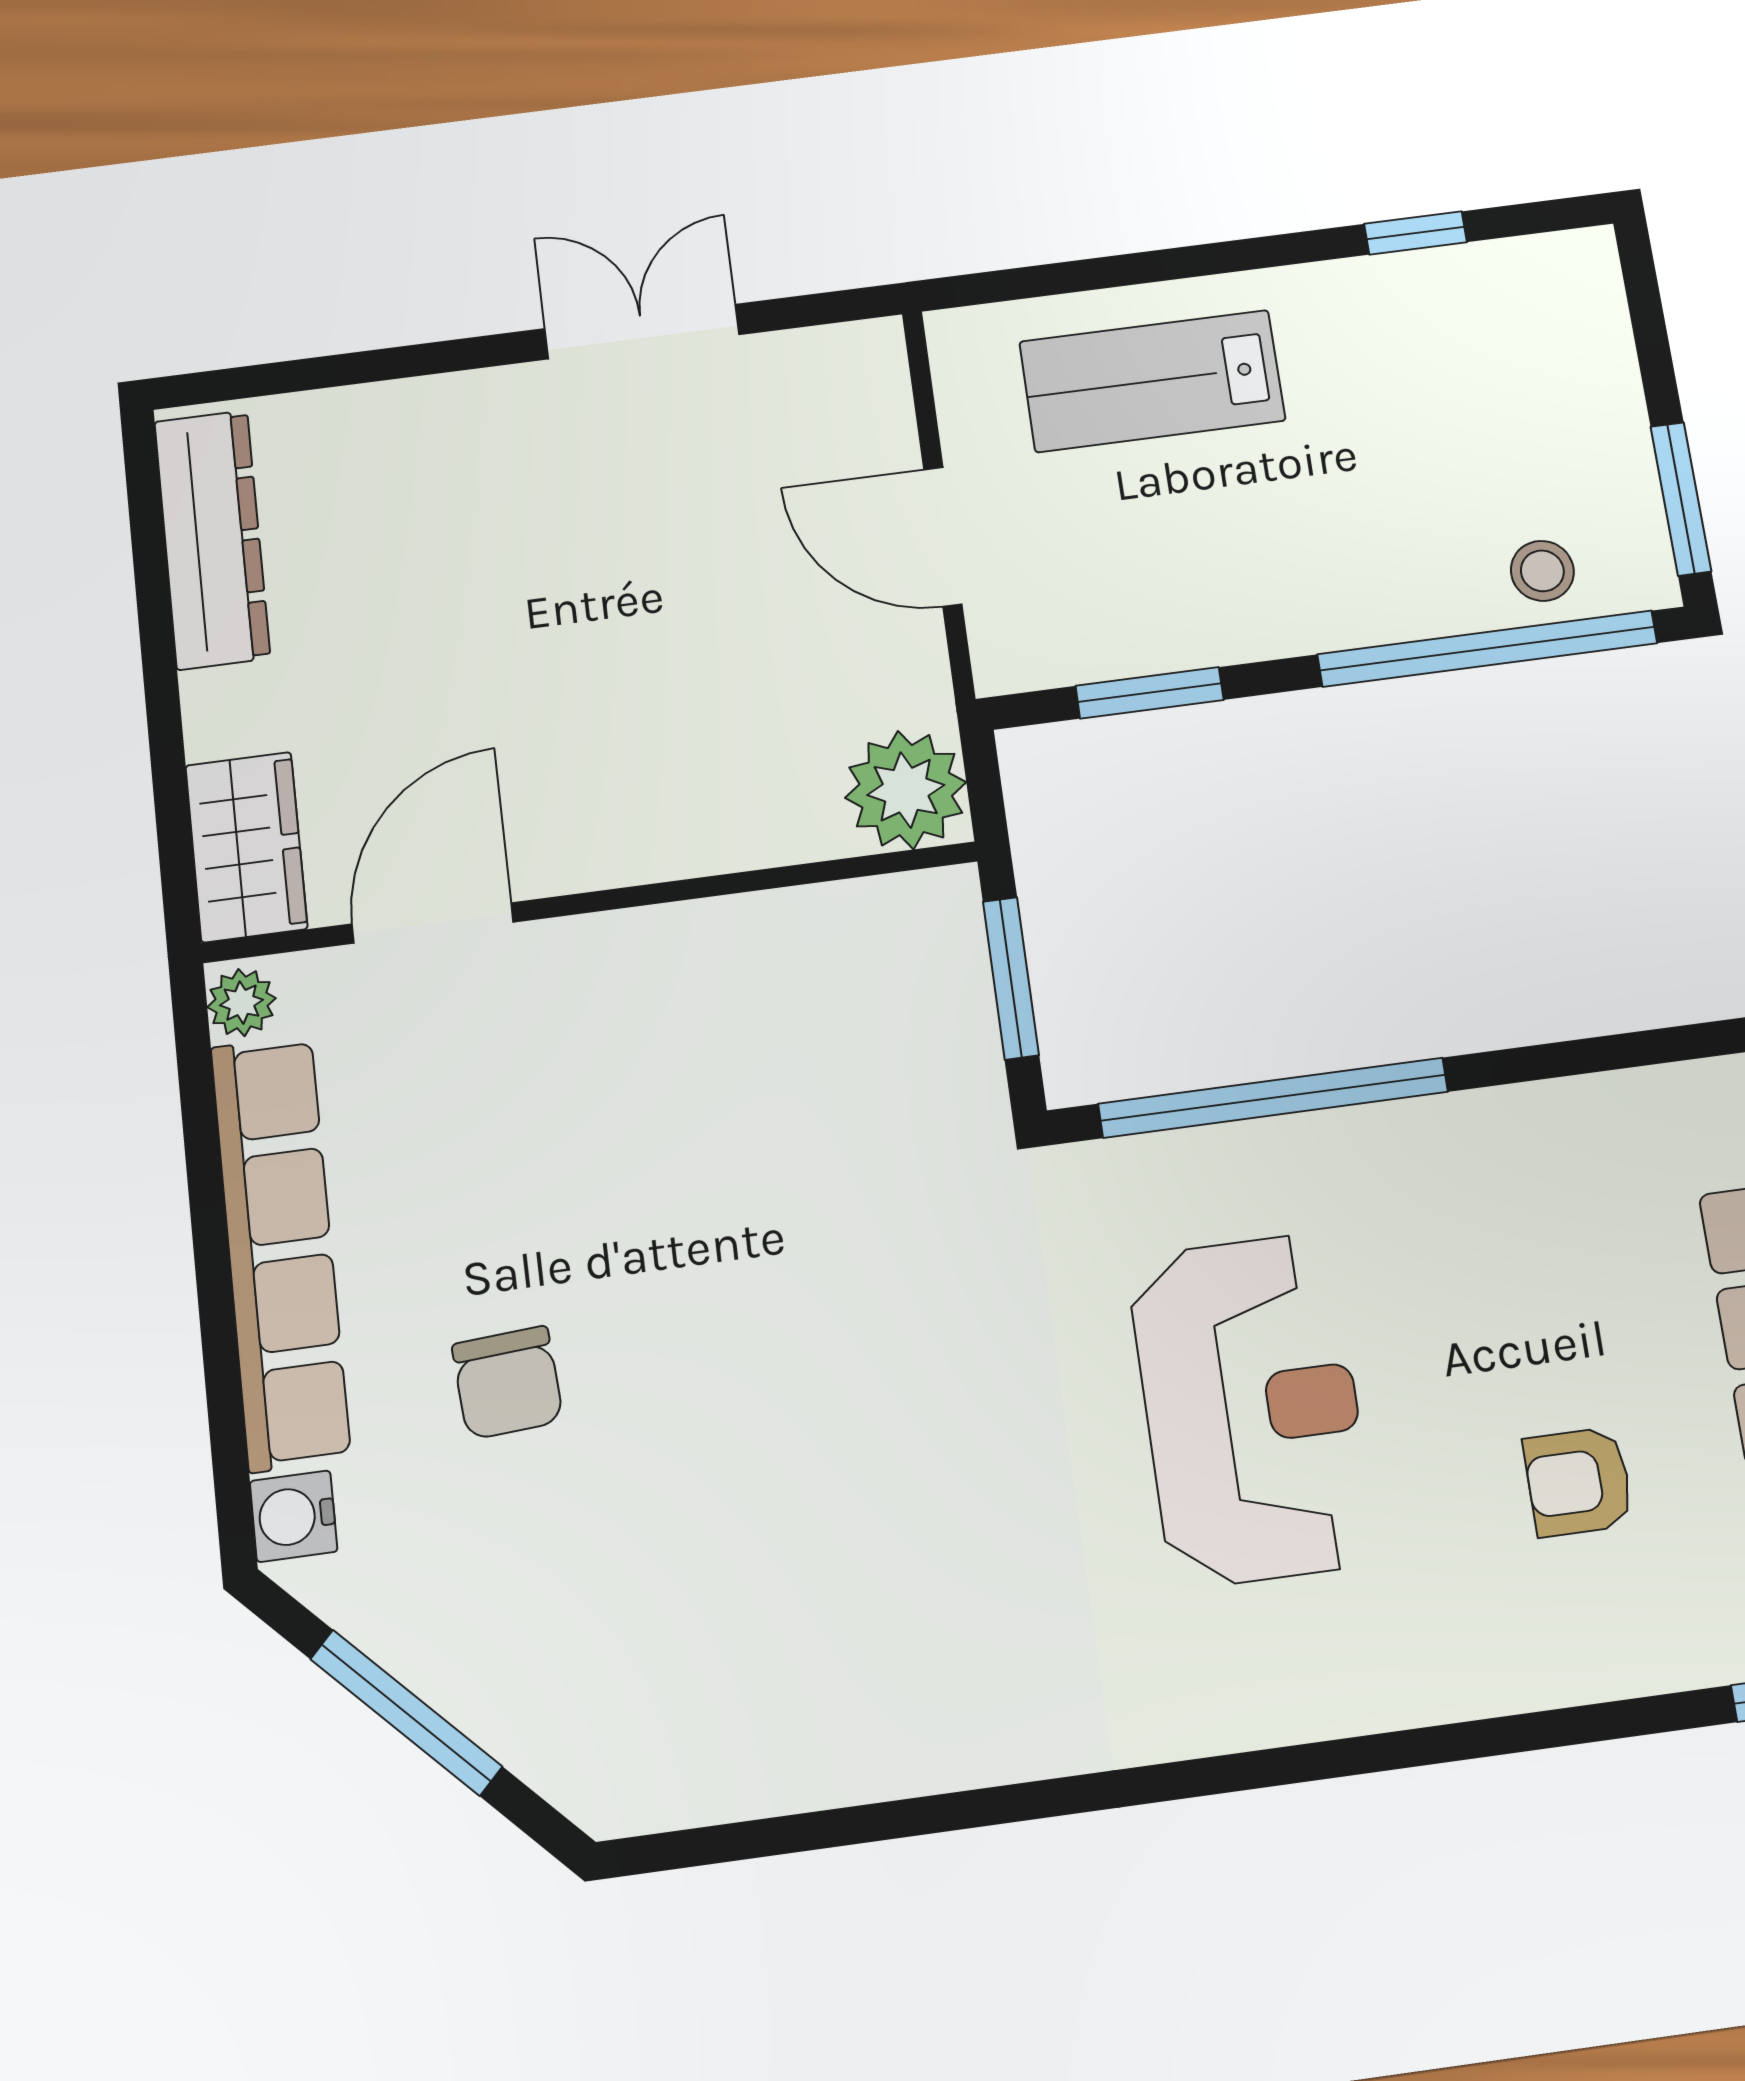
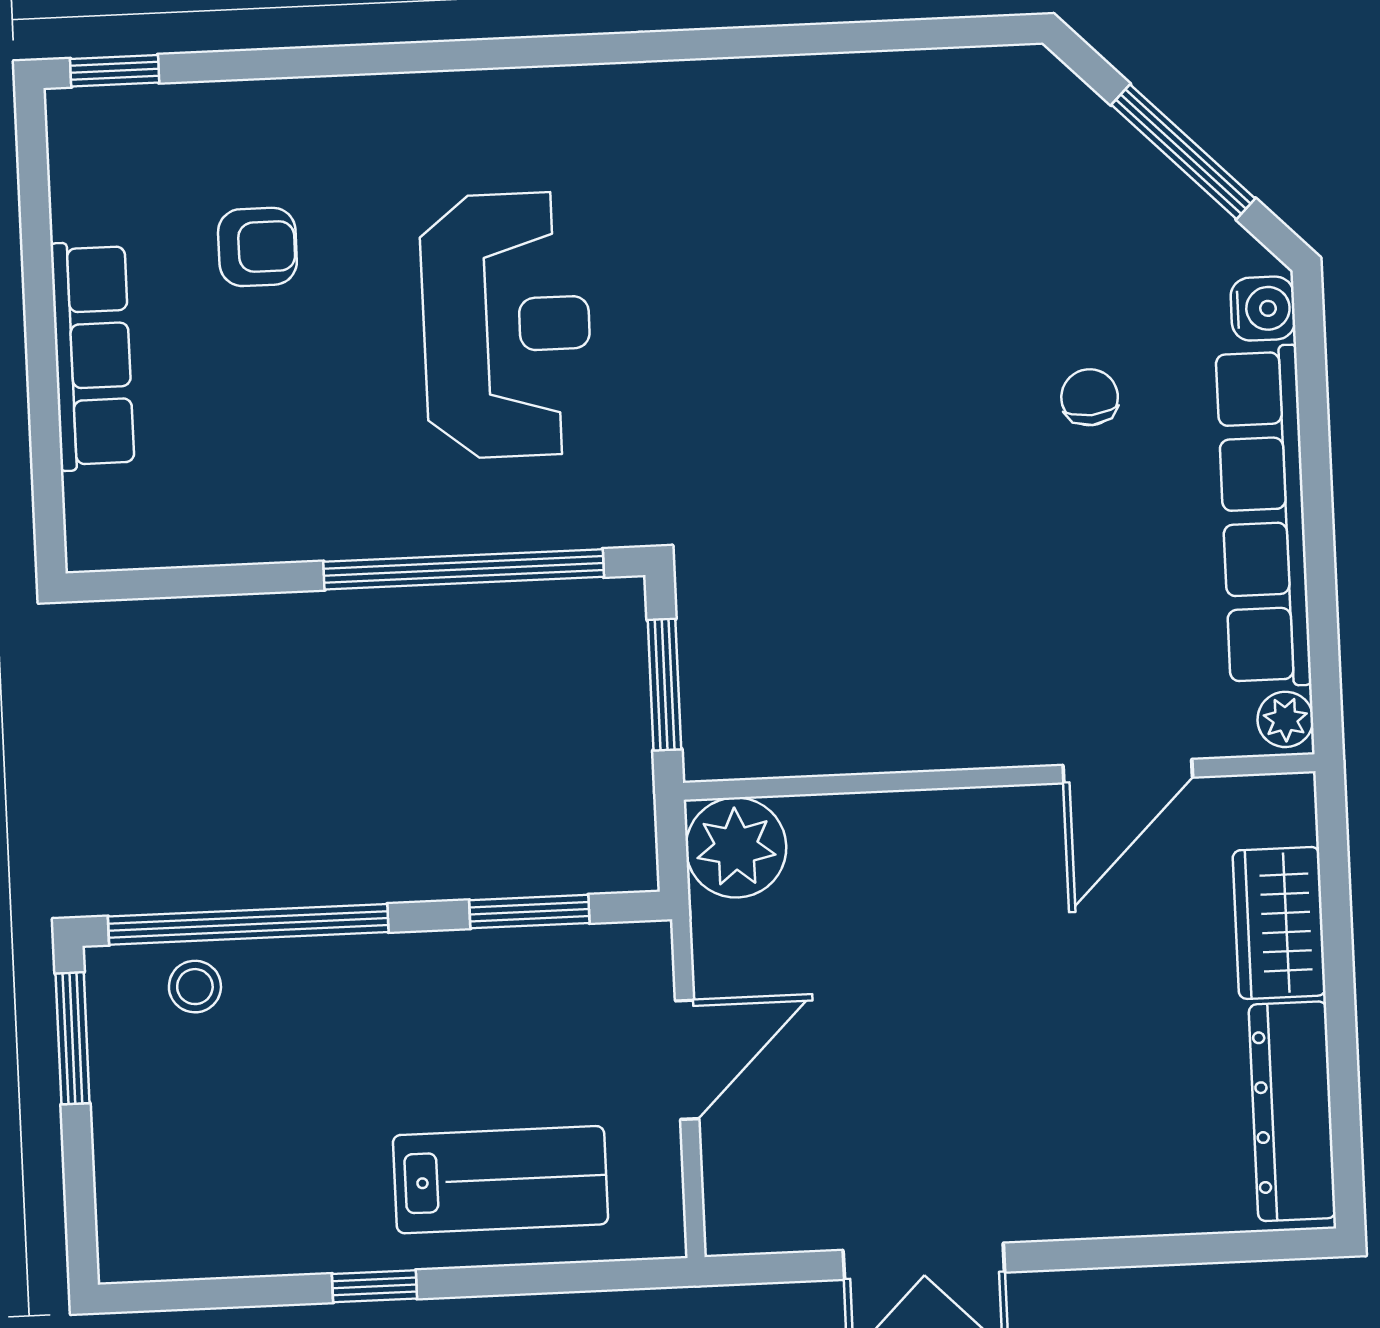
window: (1416, 233) -> (375, 1286), moved
door: (943, 537) -> (687, 1060), hinge flipped
wardrobe: (246, 847) -> (1279, 923), moved
chair: (508, 1383) -> (1090, 397), width x0.73, depth x0.73
reception desk: (1252, 1409) -> (507, 325), turned 180

